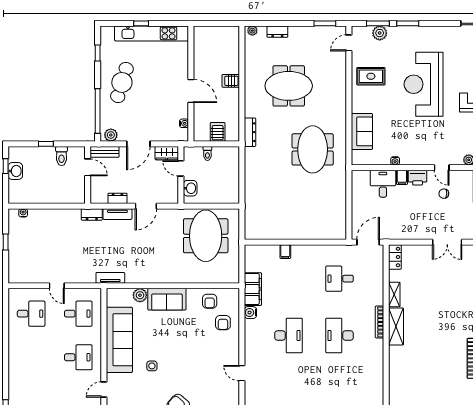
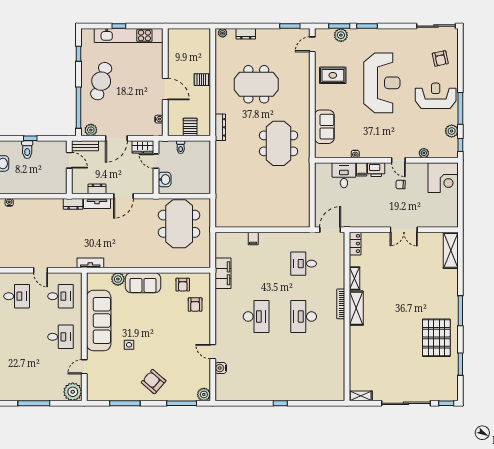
reception desk: (424, 84) -> (382, 83), turned 180
toilet: (62, 156) -> (27, 150), moved
water cooler: (250, 313) -> (221, 368), moved

